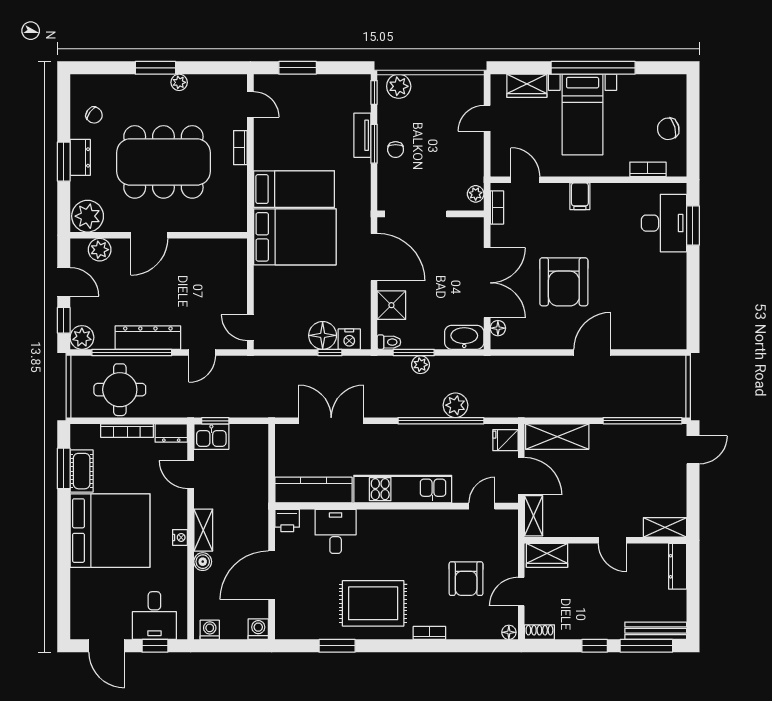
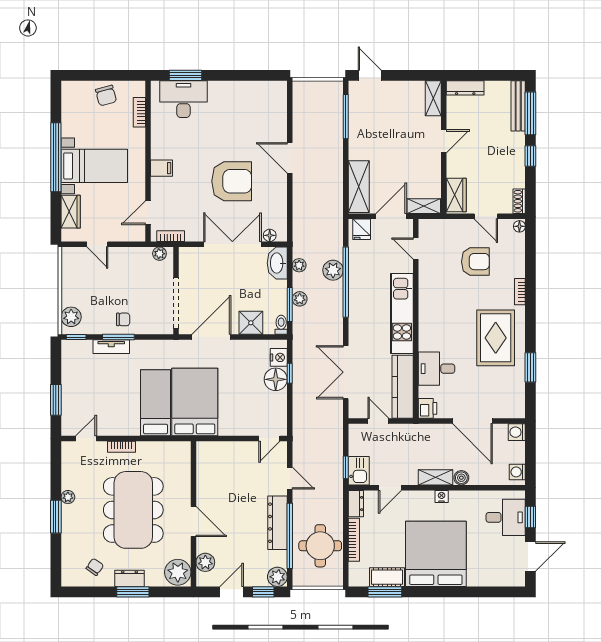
plant: (462, 364) -> (299, 265), added
window: (642, 421) -> (346, 117), width x0.68
door: (272, 460) -> (378, 421), added

